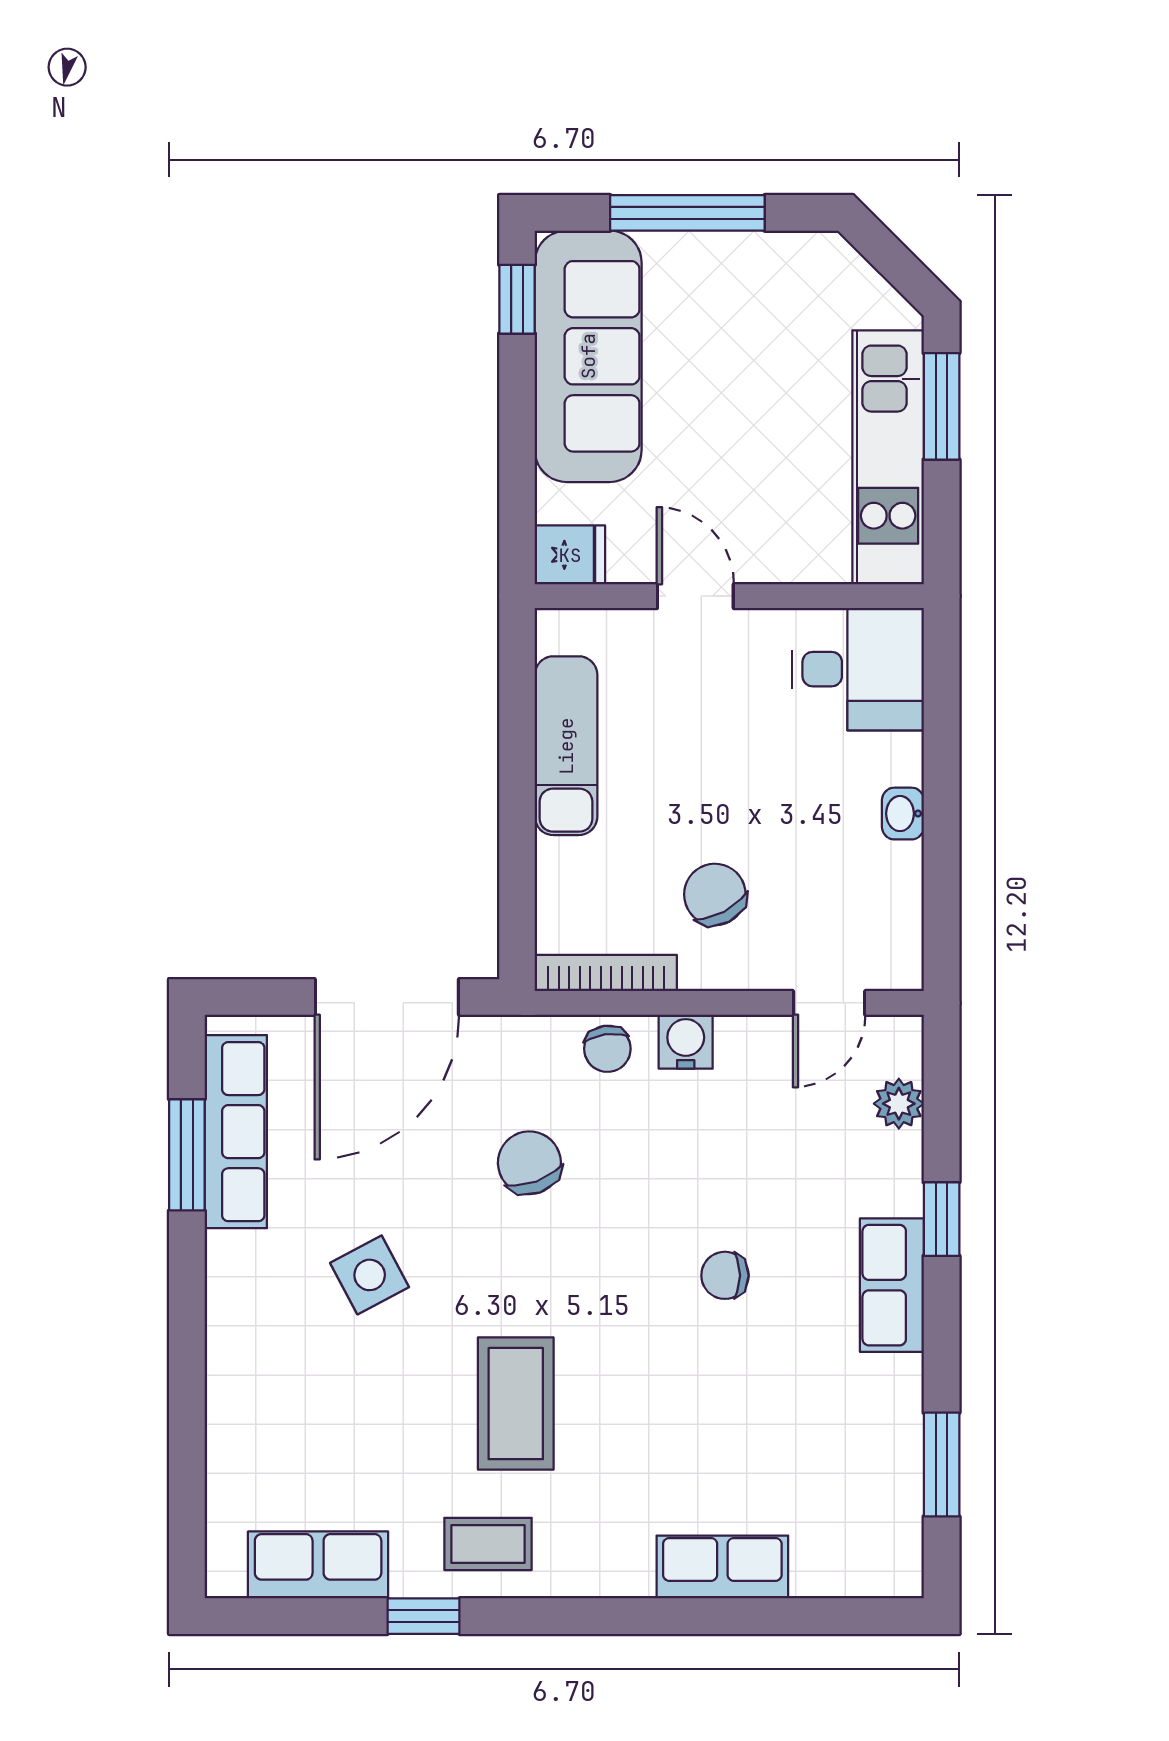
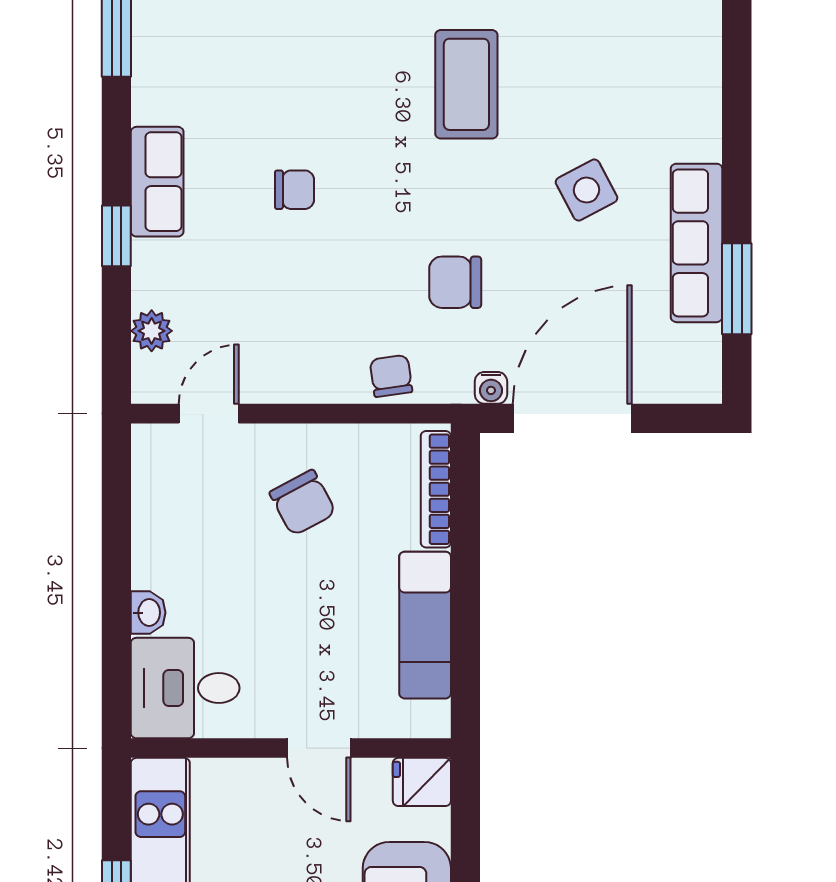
washbasin: (903, 814) -> (148, 613), moved
bookcase: (606, 973) -> (436, 489), moved, turned 90
water cooler: (686, 1042) -> (491, 388), moved, width x0.72, depth x0.72
row of seats: (236, 1132) -> (697, 243), moved
chair: (529, 1163) -> (455, 282), turned 110

